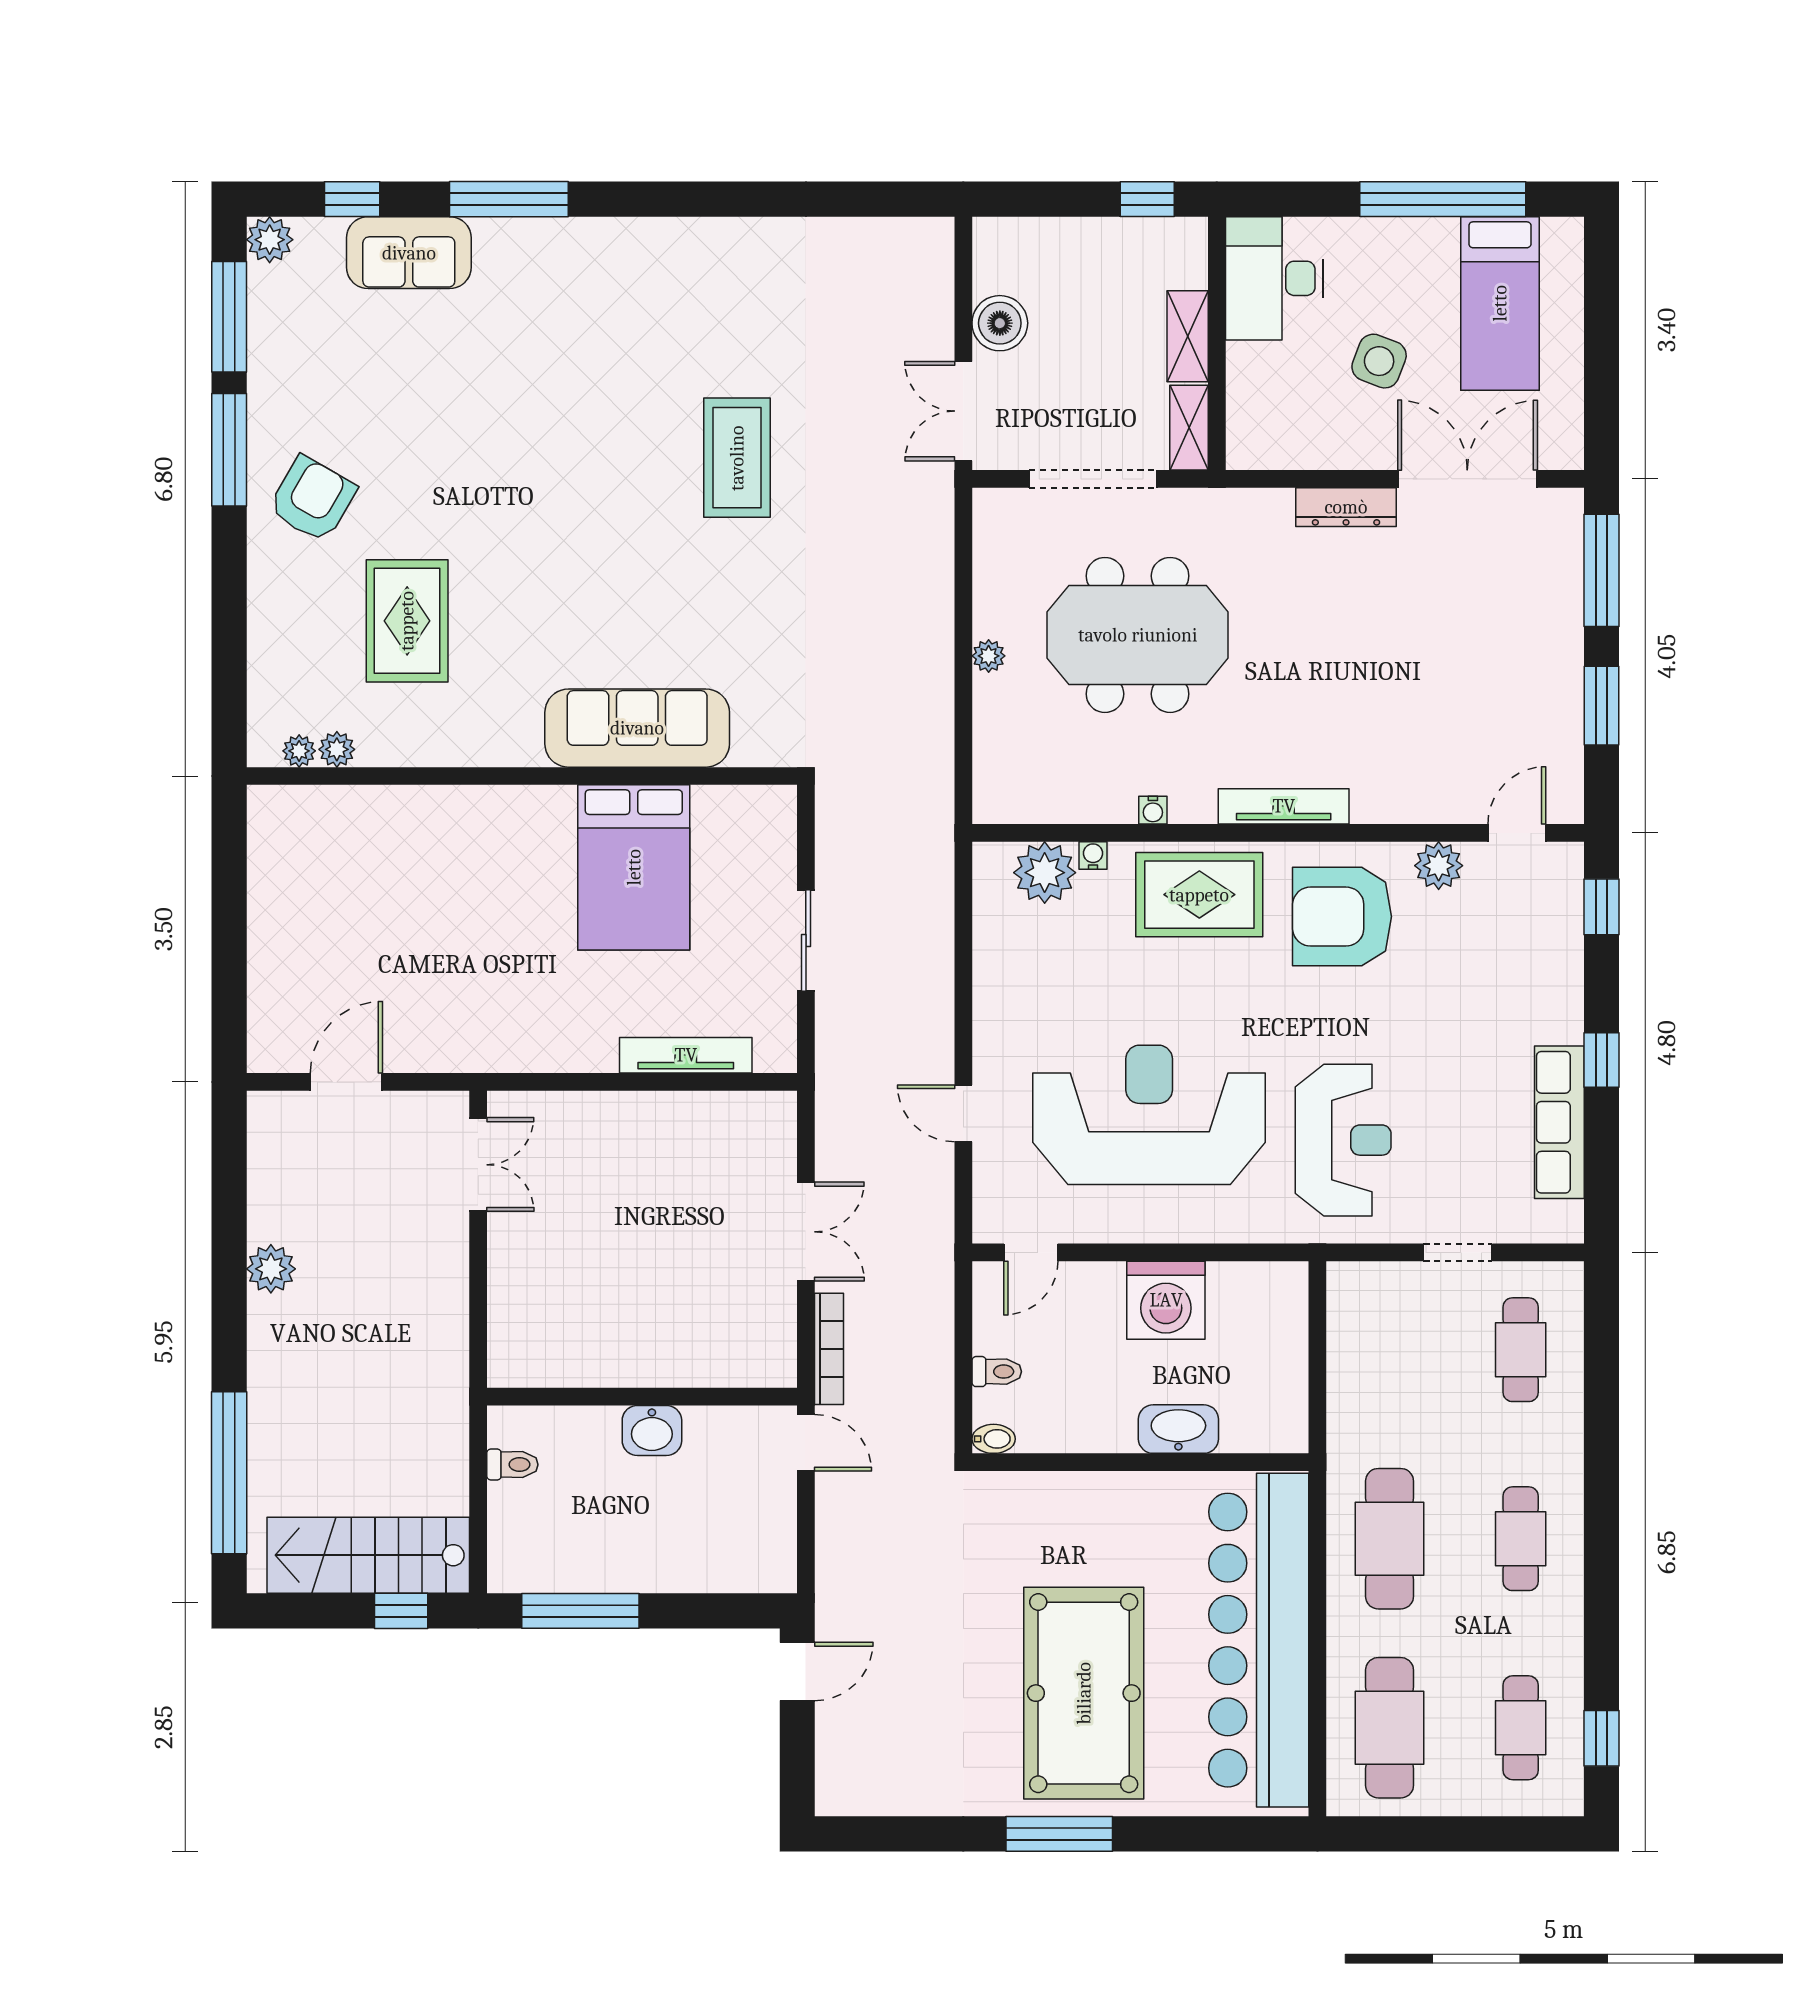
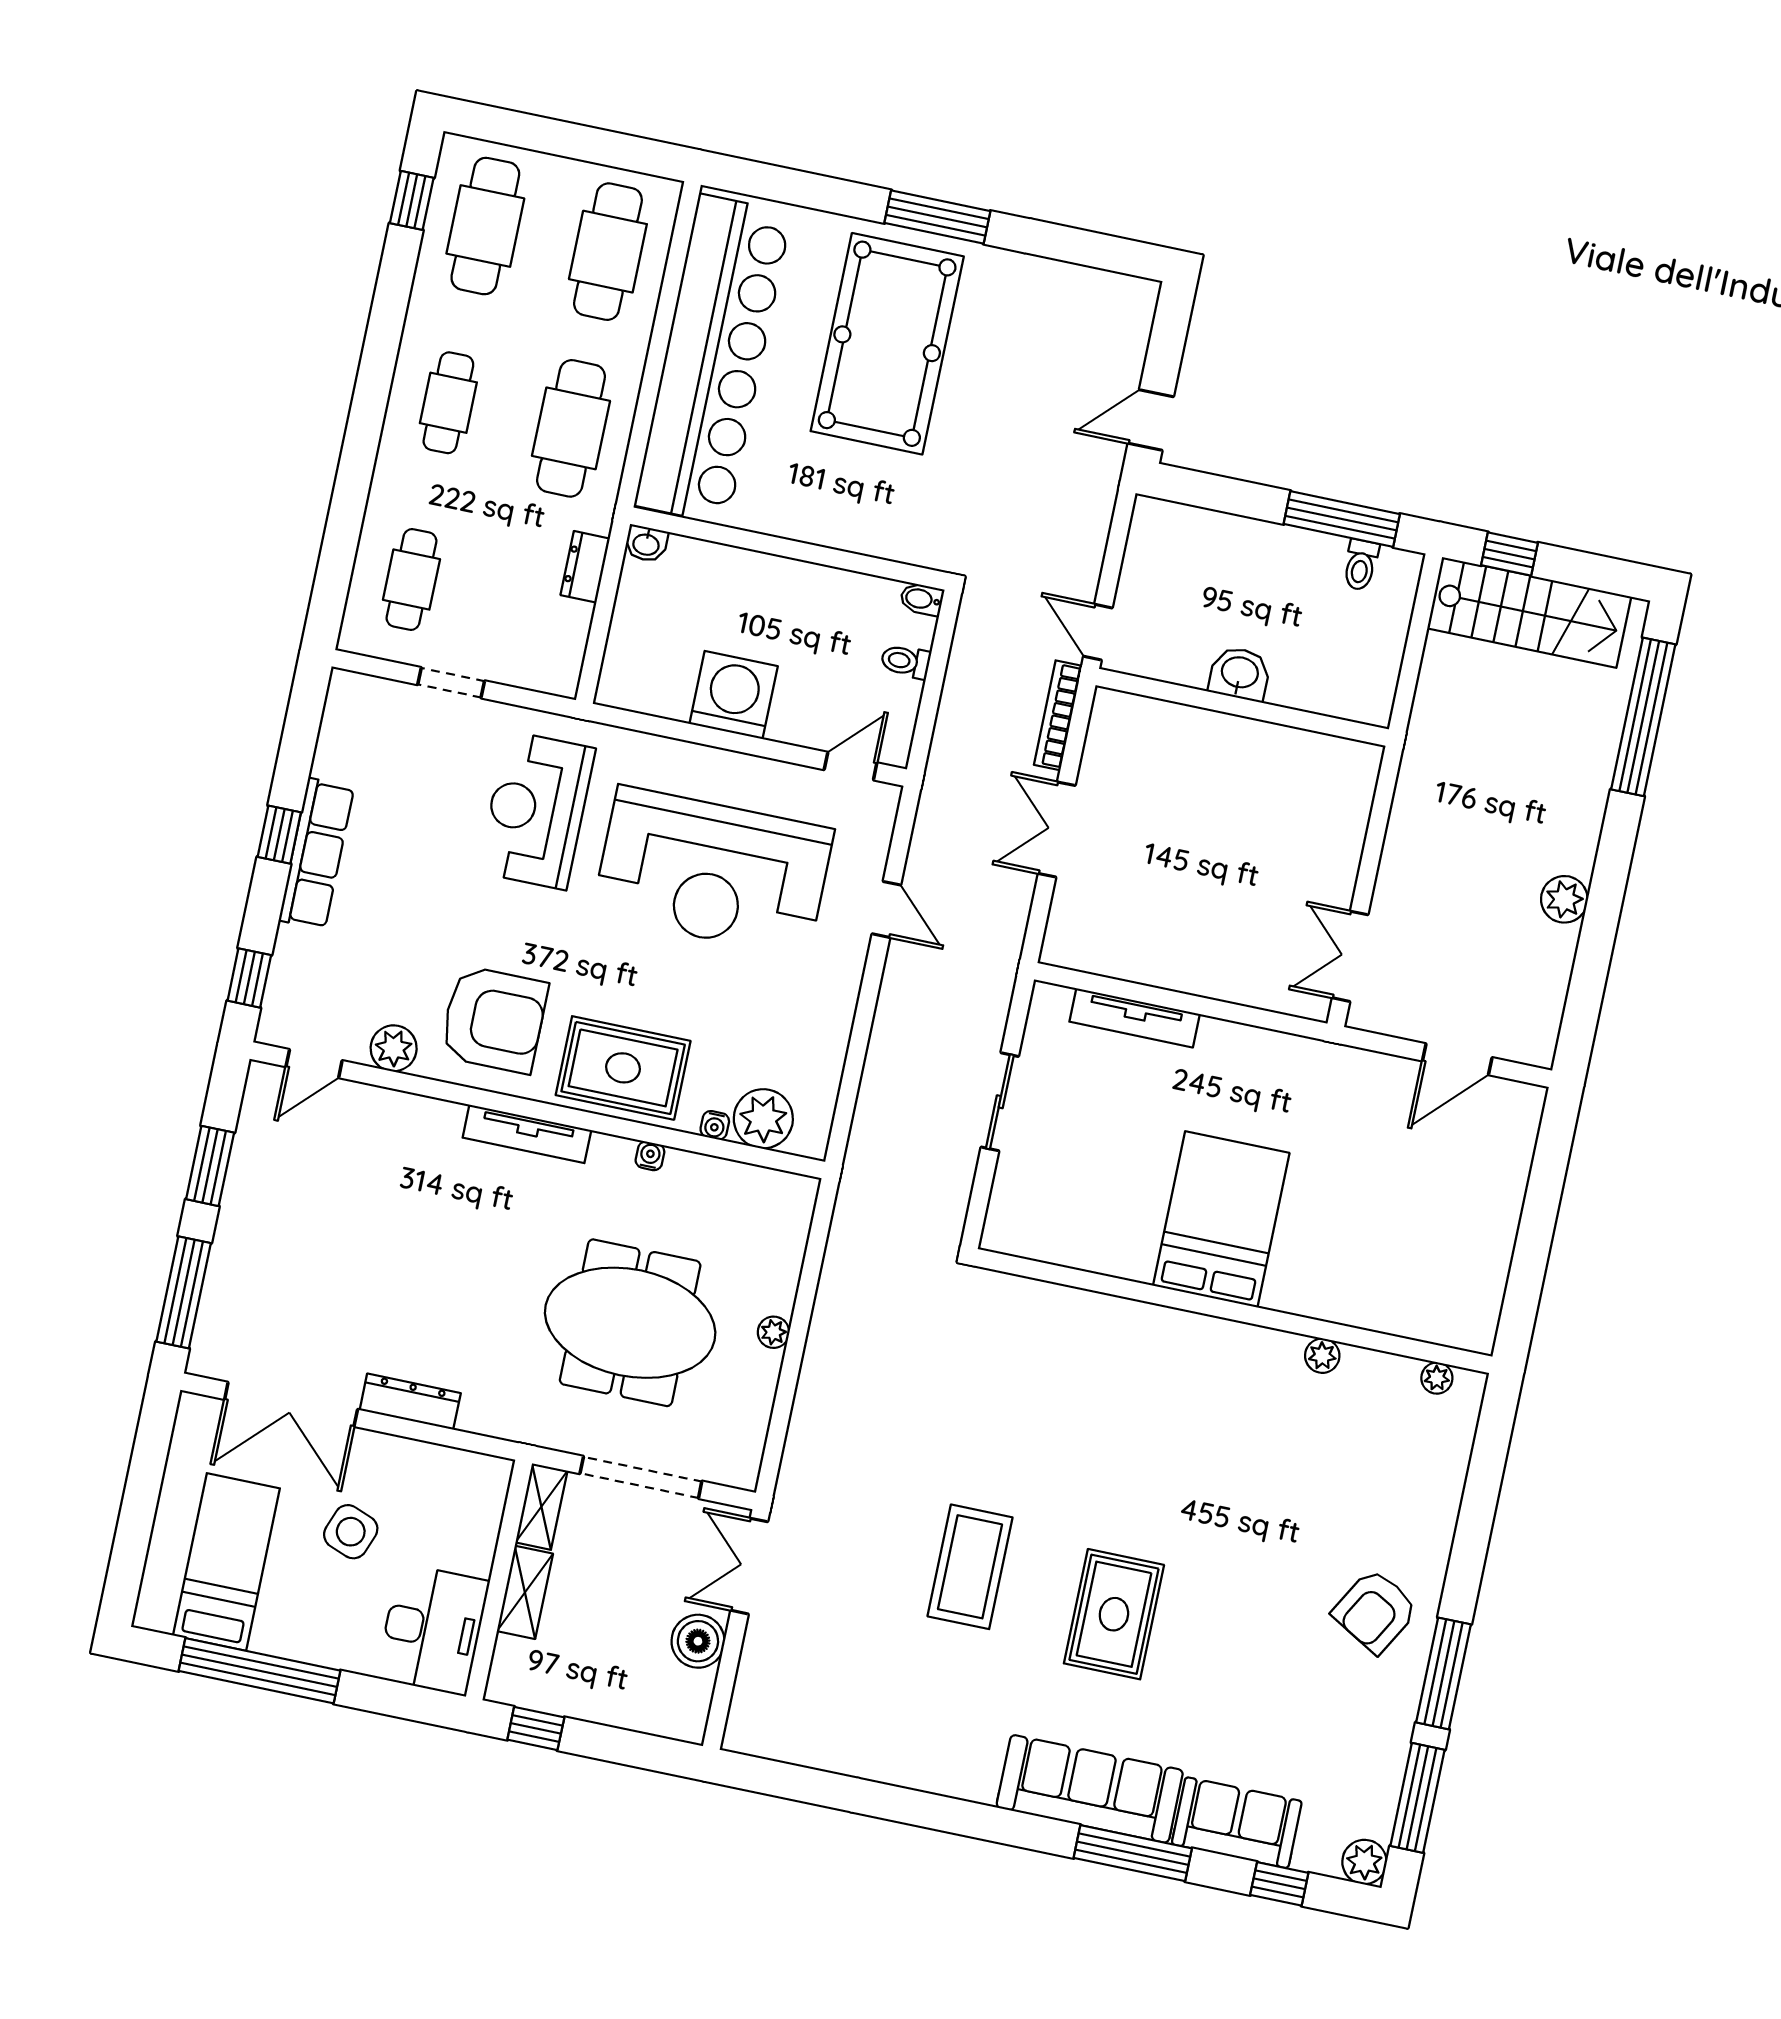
double door: (963, 411) -> (749, 1566), swing flipped
rug: (407, 621) -> (1114, 1614), moved
sofa: (637, 728) -> (1090, 1789), moved, turned 180
plant: (337, 749) -> (1322, 1356), moved
bed: (634, 867) -> (1221, 1219), moved
row of seats: (1559, 1122) -> (316, 854), moved
dresser: (1345, 1400) -> (585, 567), added
washbasin: (1178, 1429) -> (646, 544), moved, width x0.52, depth x0.69
toilet: (512, 1465) -> (1361, 565), moved, turned -90
cafe table: (1521, 1728) -> (485, 226), width x1.37, depth x1.35

